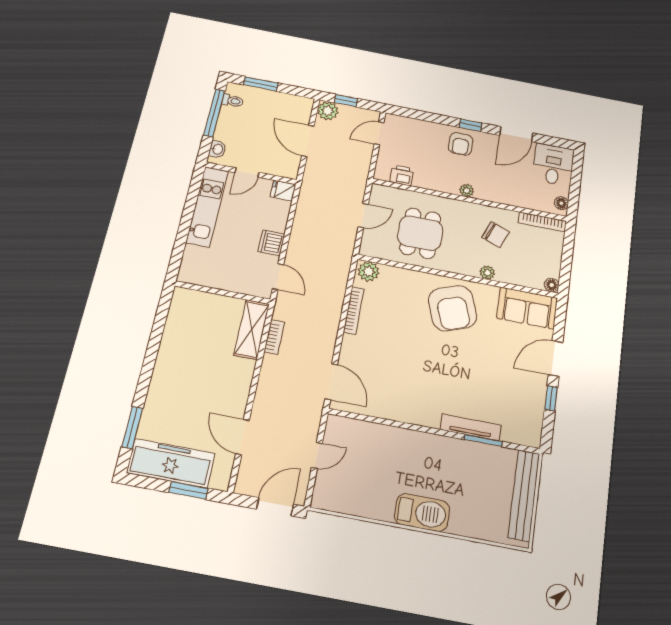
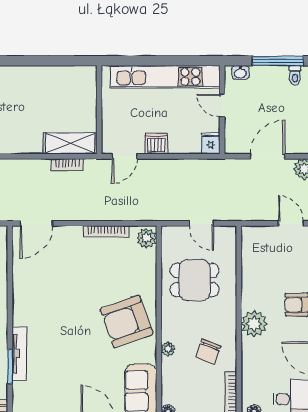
printer: (402, 175) -> (251, 253), removed
plant: (467, 190) -> (254, 324), width x1.88, depth x1.88
kitchen unit: (207, 207) -> (165, 77), width x1.36

